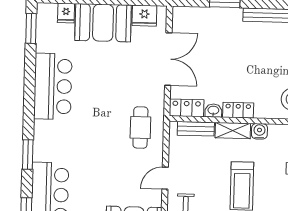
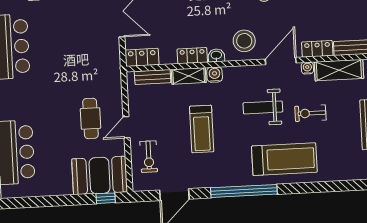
washbasin: (213, 111) -> (216, 55), moved
cafe table: (140, 128) -> (90, 118), moved

